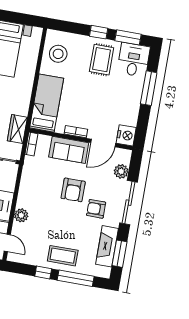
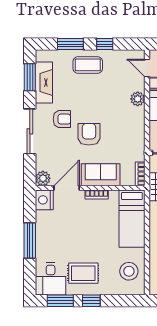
rug: (102, 60) -> (83, 273), turned 90
window: (149, 88) -> (30, 241), moved
plant: (121, 171) -> (43, 178), moved
window: (76, 278) -> (70, 44), width x0.69

